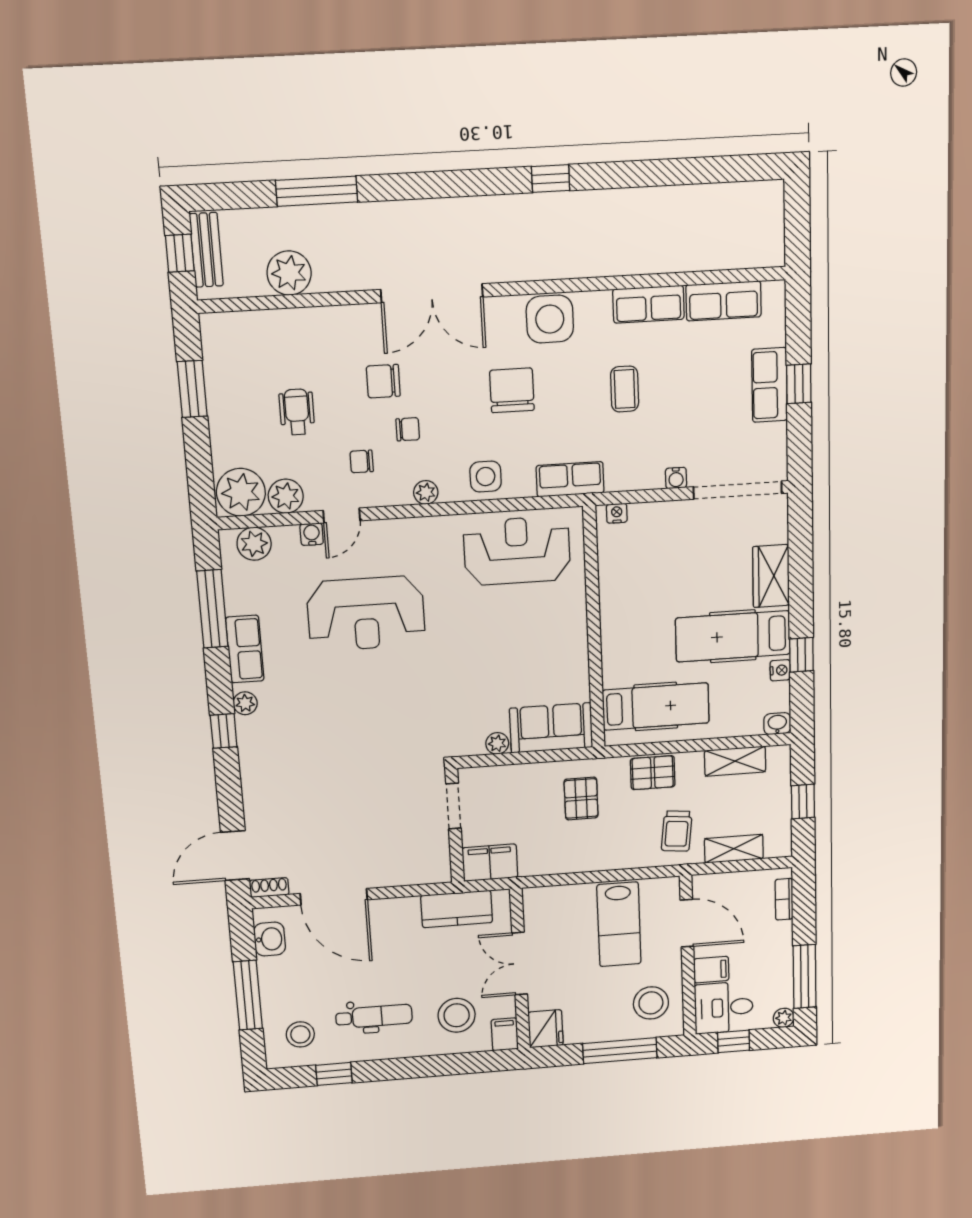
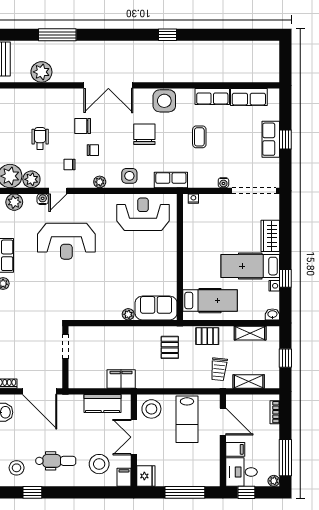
doorway: (453, 806) -> (65, 346), moved
wall: (455, 826) -> (65, 357), moved
stool: (651, 1003) -> (151, 409), moved

